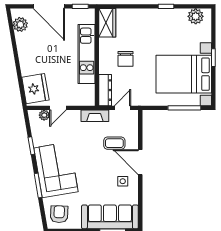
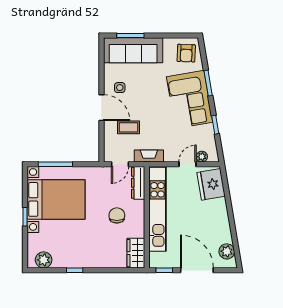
kitchen unit: (87, 54) -> (158, 209), width x1.36

